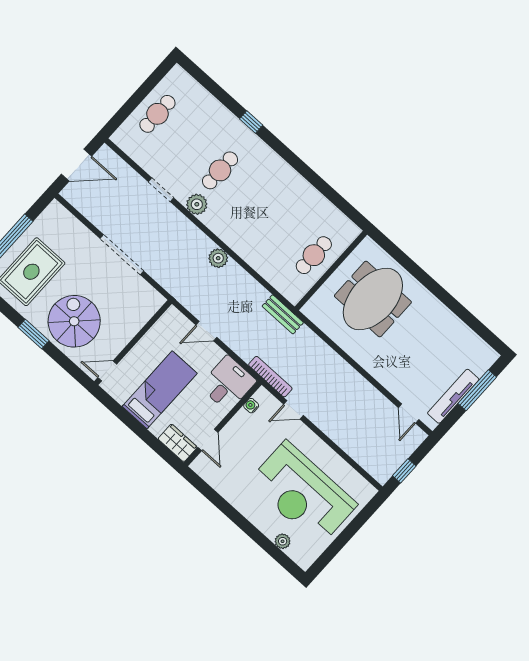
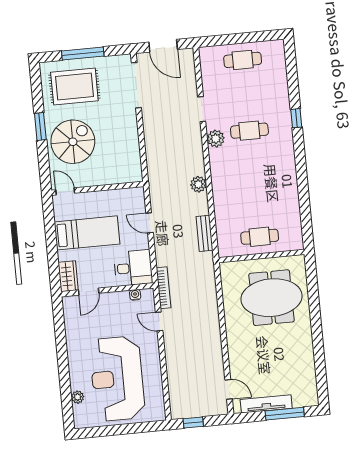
doorway: (122, 255) -> (136, 85), moved
bench: (283, 314) -> (204, 233), moved
door: (409, 414) -> (229, 389), swing flipped

